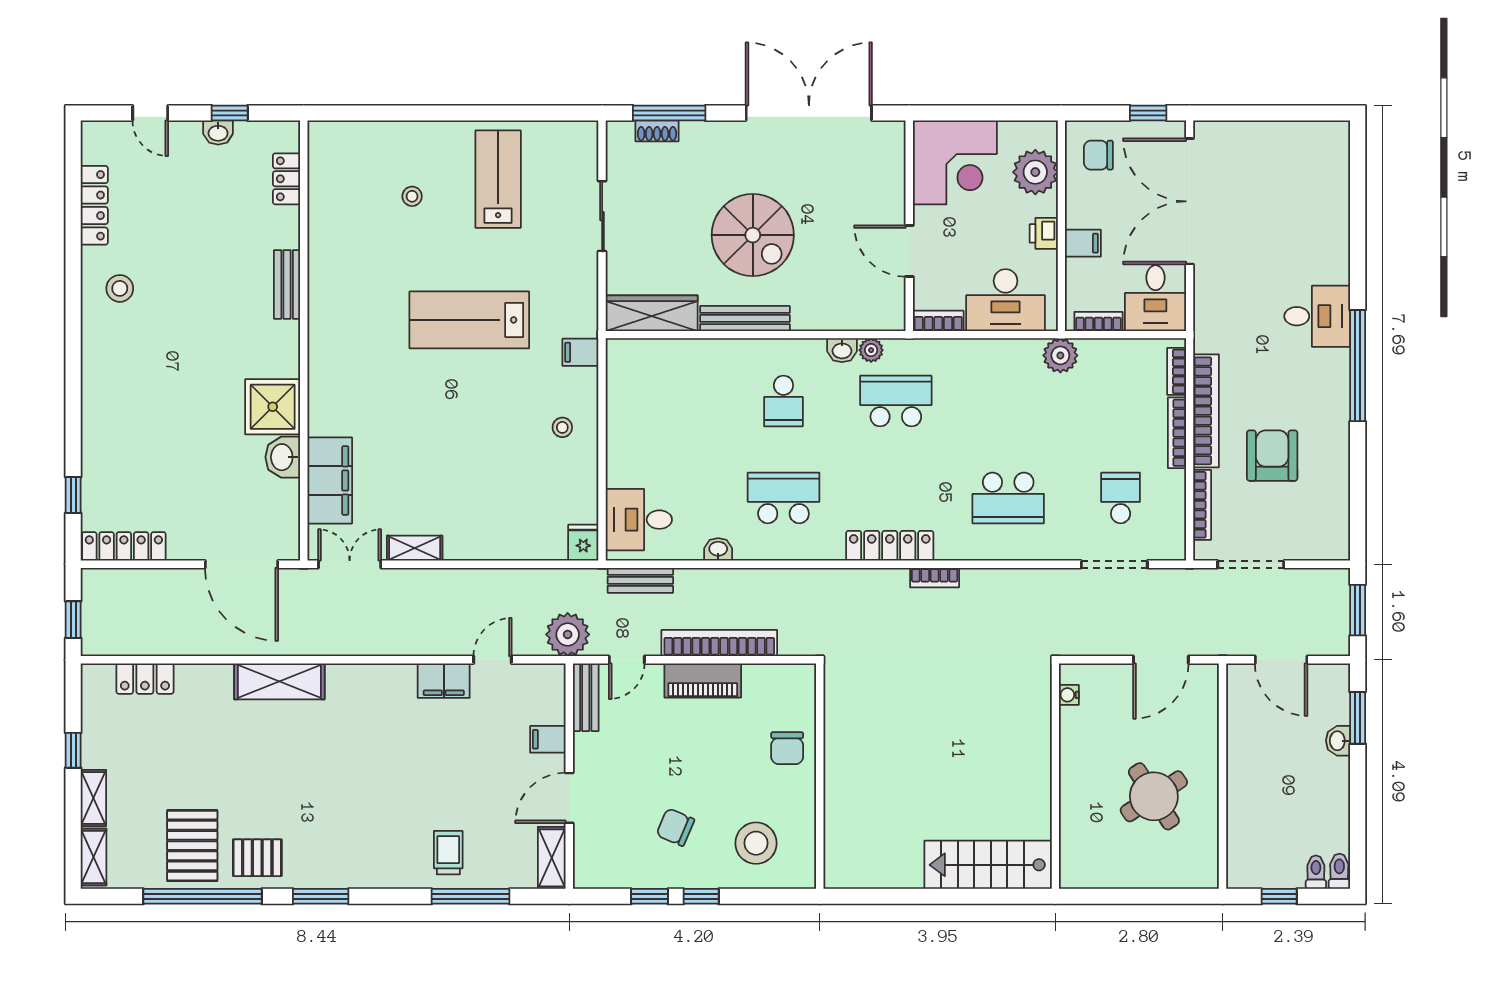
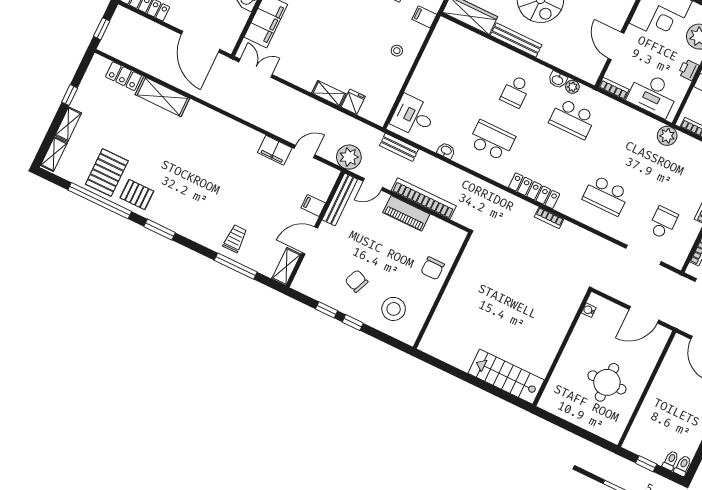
school desk: (896, 401) -> (573, 119), turned 180
fridge: (583, 543) -> (353, 102), moved
shelving: (415, 548) -> (329, 93), moved
shelving: (279, 681) -> (162, 97), moved
bench: (586, 697) -> (340, 200), width x1.36
round table: (1154, 796) -> (607, 382), turned 33

